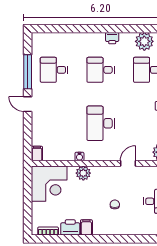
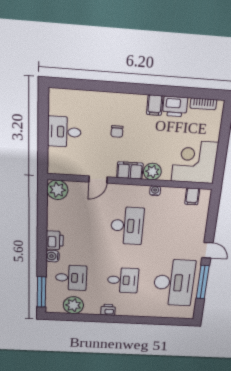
desk: (54, 70) -> (174, 283), width x1.87, depth x1.30
filing cabinet: (37, 153) -> (192, 196), moved
filing cabinet: (102, 173) -> (130, 170), added

